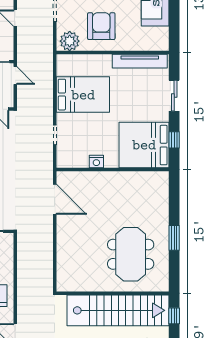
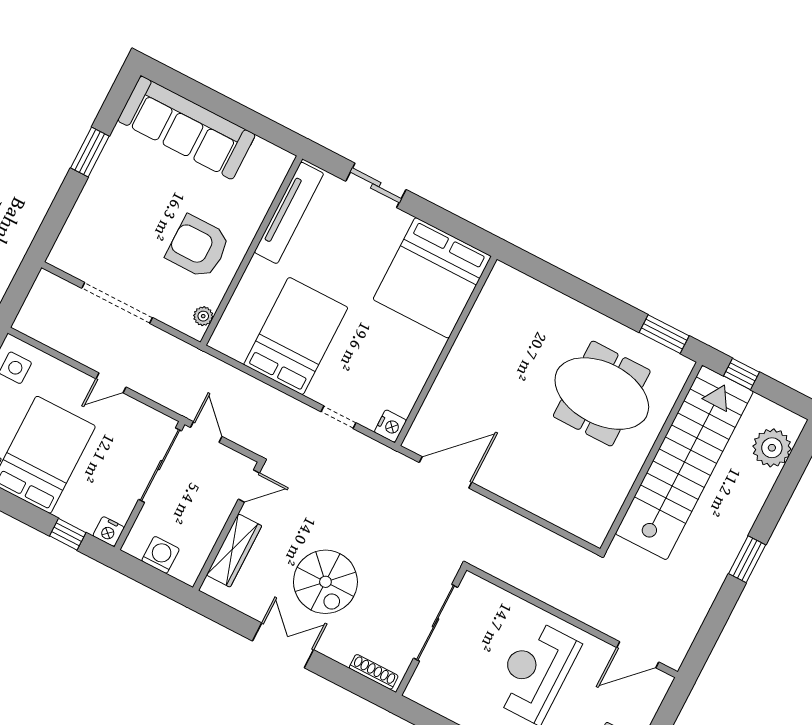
plant: (70, 41) -> (203, 316), width x0.53, depth x0.53
door: (15, 75) -> (206, 432), hinge flipped
window: (174, 140) -> (449, 223), removed
nightstand: (96, 162) -> (390, 426), moved
window: (174, 238) -> (664, 334), moved

